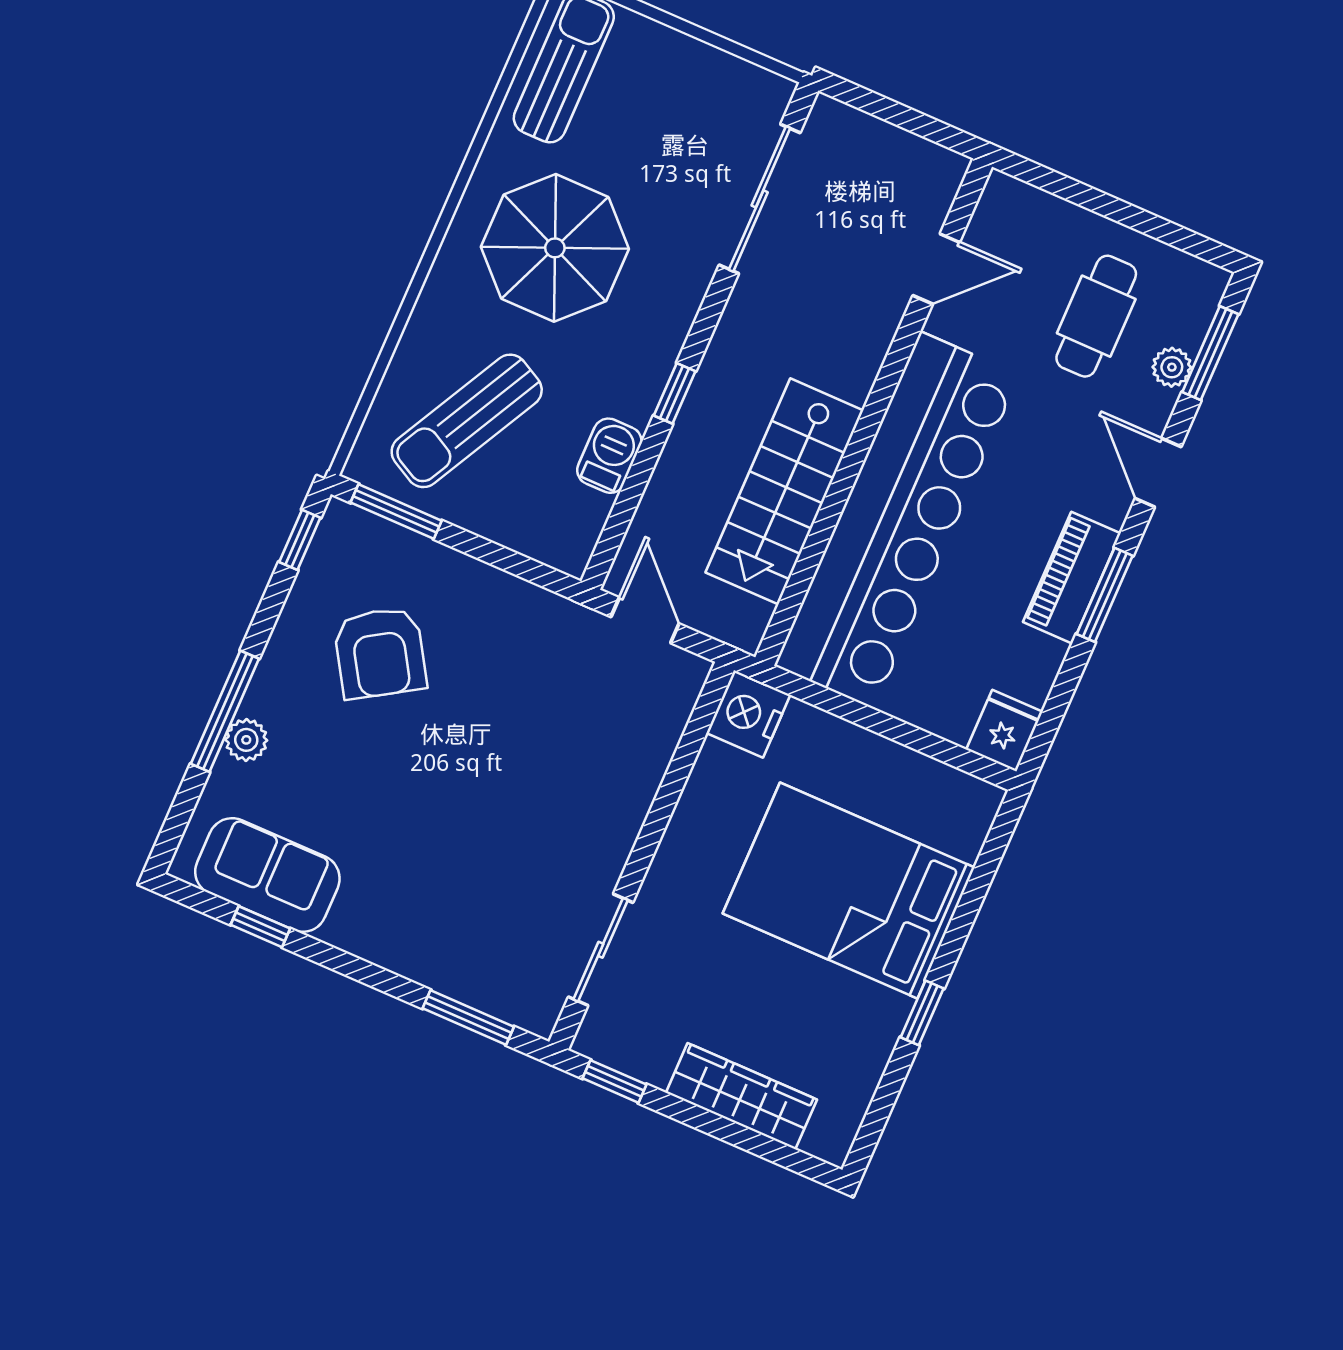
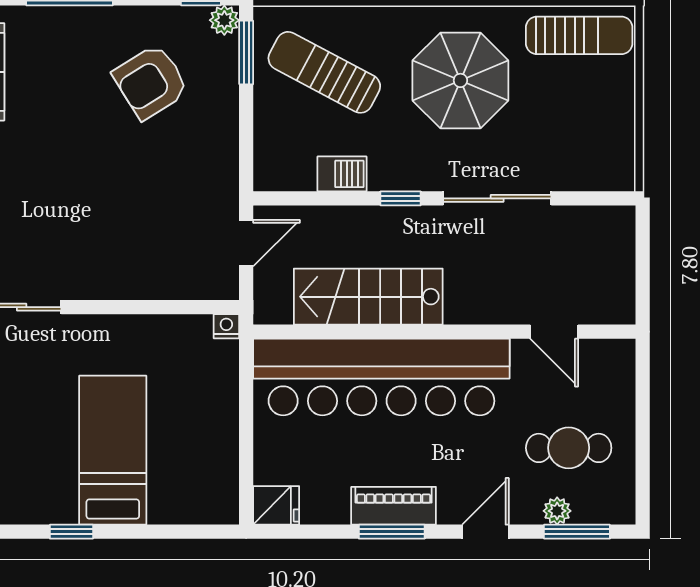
sliding door: (760, 199) -> (497, 198), moved
nightstand: (748, 714) -> (226, 326), width x0.53, depth x0.56
plant: (246, 740) -> (224, 20), moved
bed: (849, 891) -> (113, 450), width x0.67

